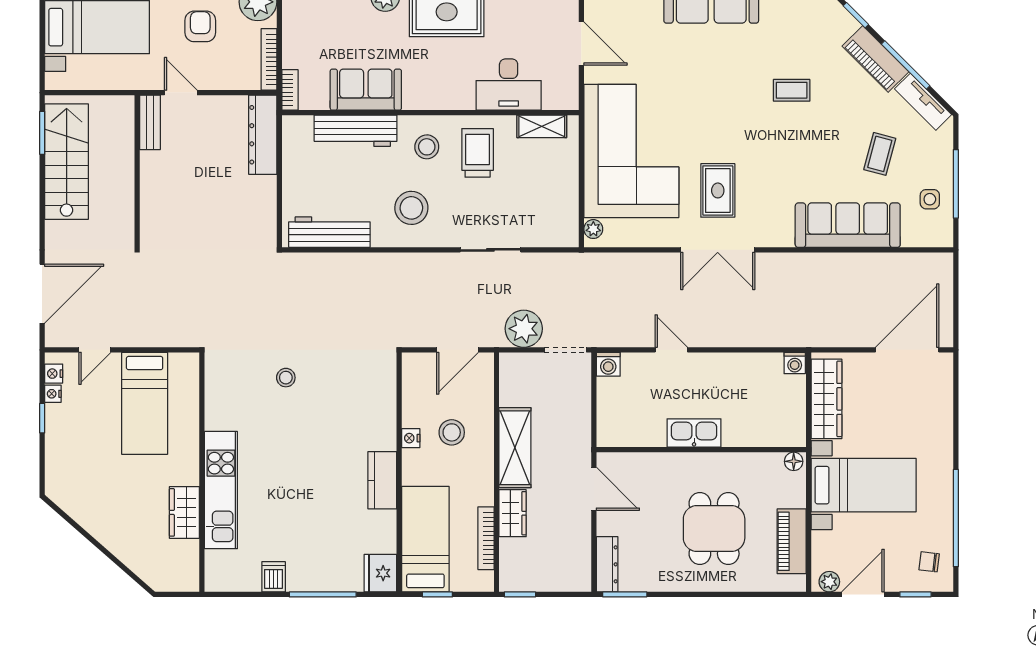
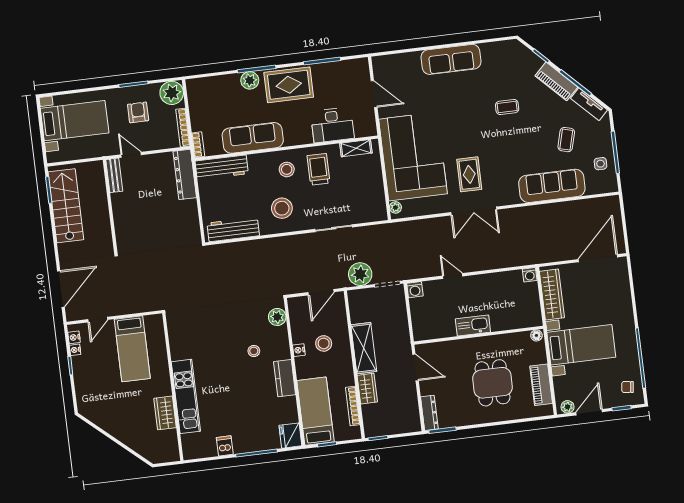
sofa: (366, 90) -> (253, 138), width x1.36
workbench: (356, 131) -> (222, 167), moved
stool: (286, 378) -> (254, 351), moved
plant: (383, 381) -> (277, 317), added

